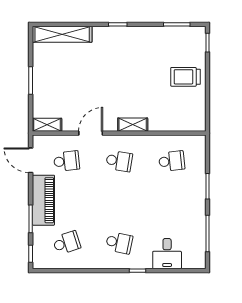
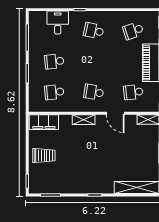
filing cabinet: (186, 121) -> (44, 122), added
door: (91, 133) -> (115, 113), hinge flipped
school desk: (172, 202) -> (54, 61), added

